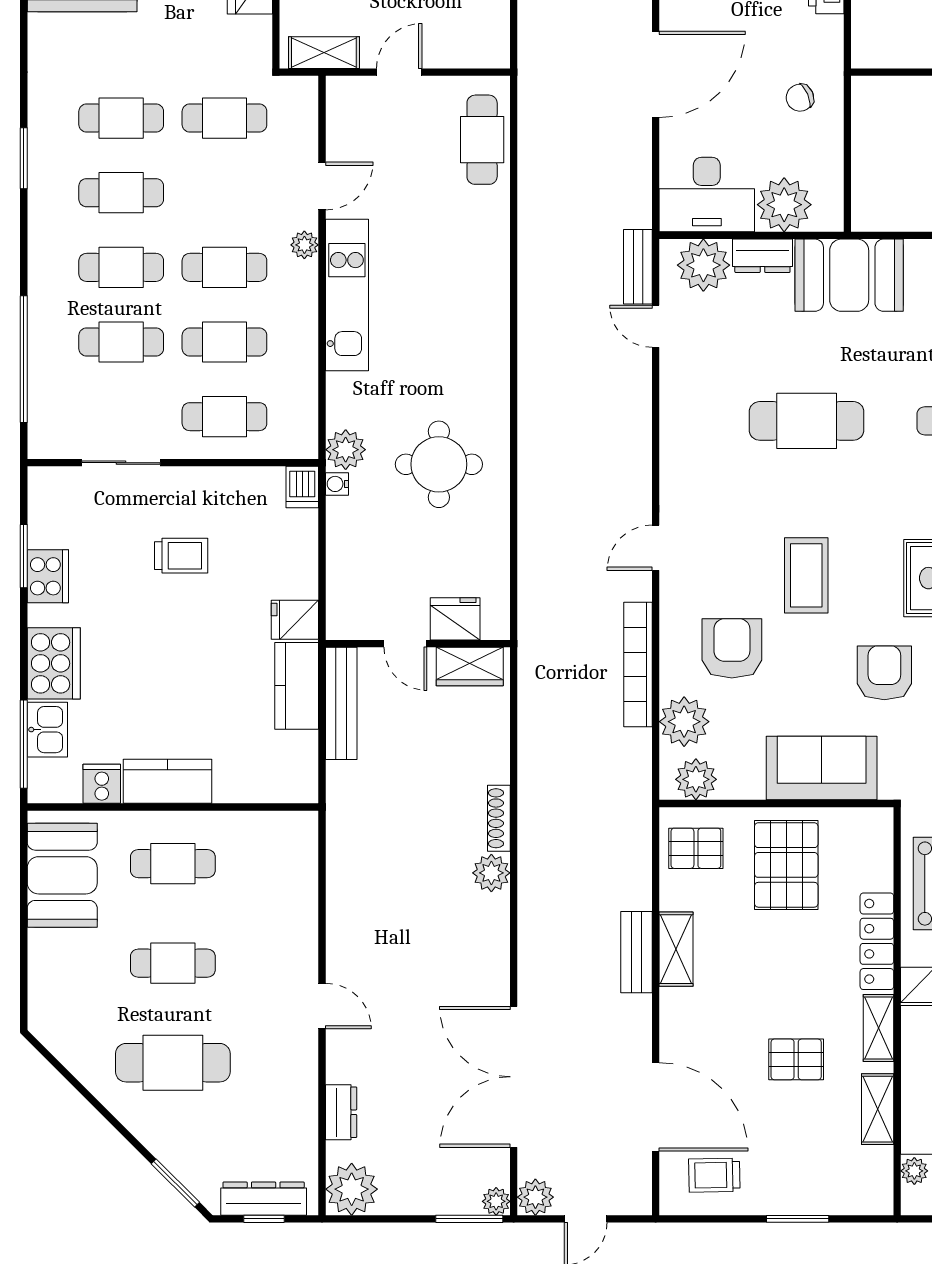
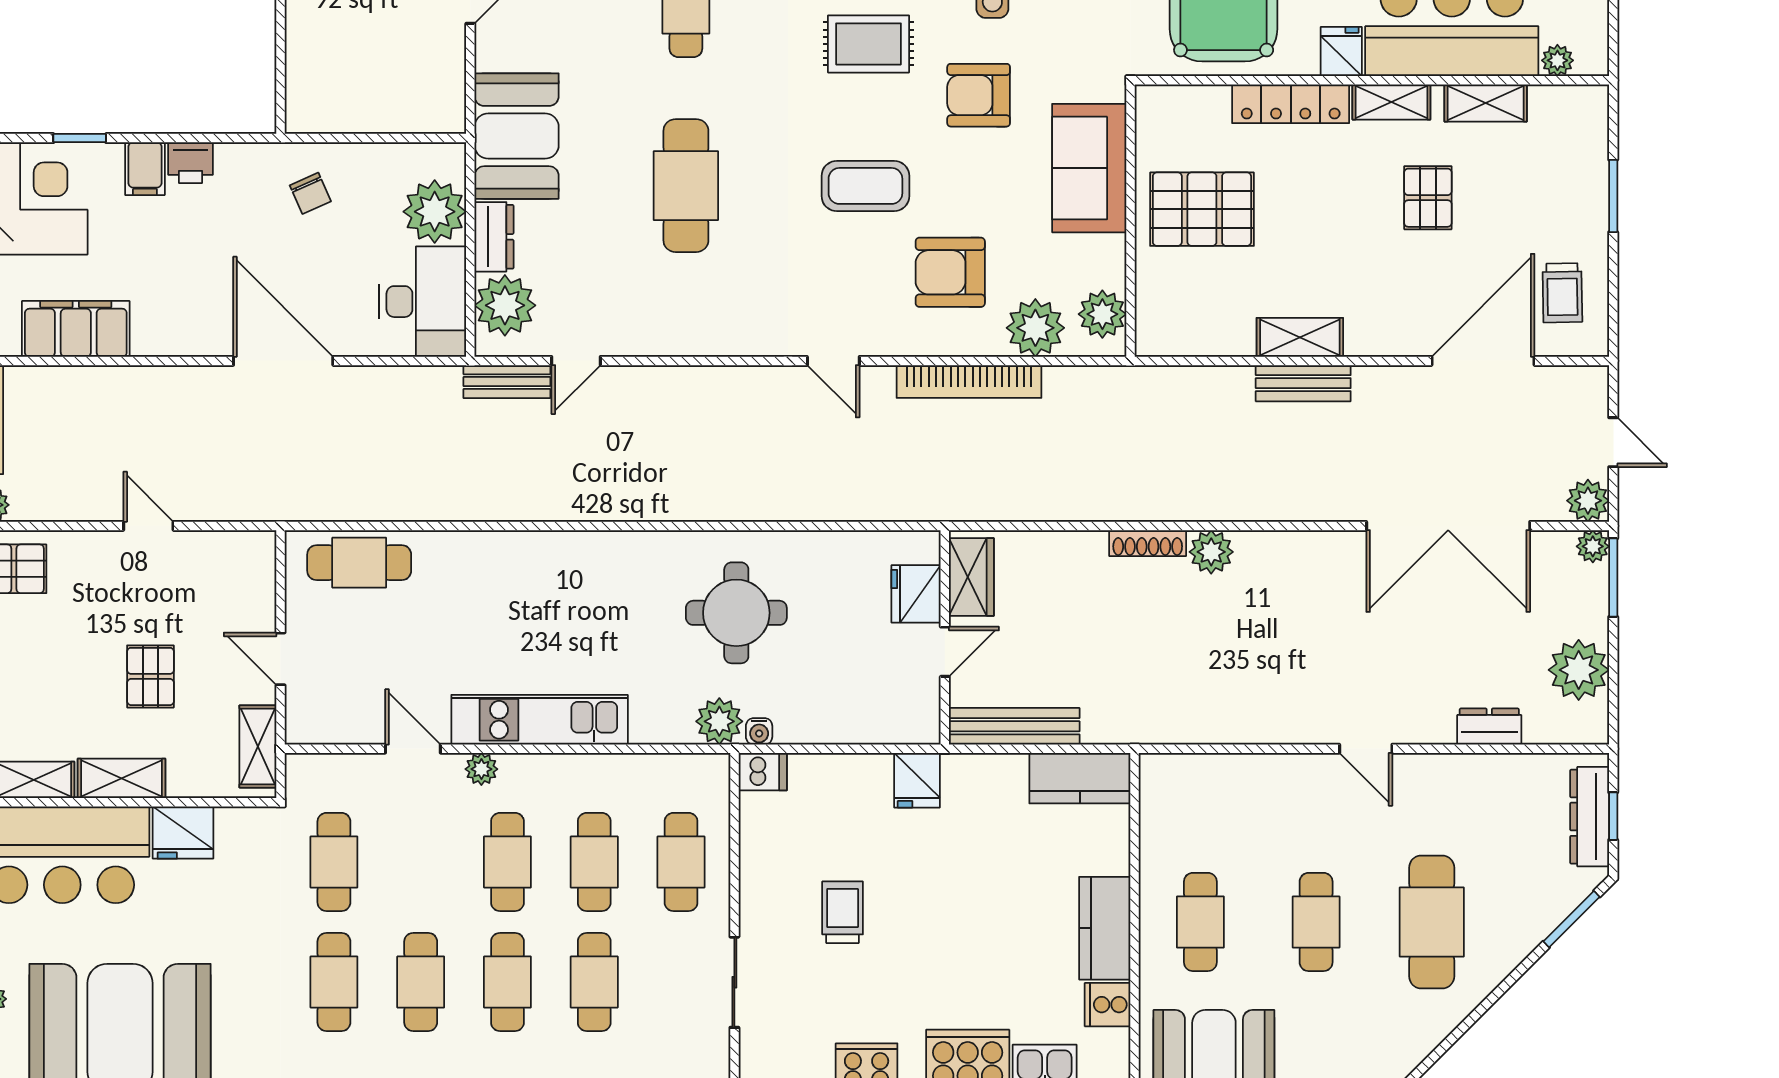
kitchen counter: (297, 686) -> (1080, 778), moved
pallet: (696, 848) -> (1183, 314), removed
door: (322, 1006) -> (1366, 749), swing flipped
plant: (352, 1189) -> (1579, 670), moved

